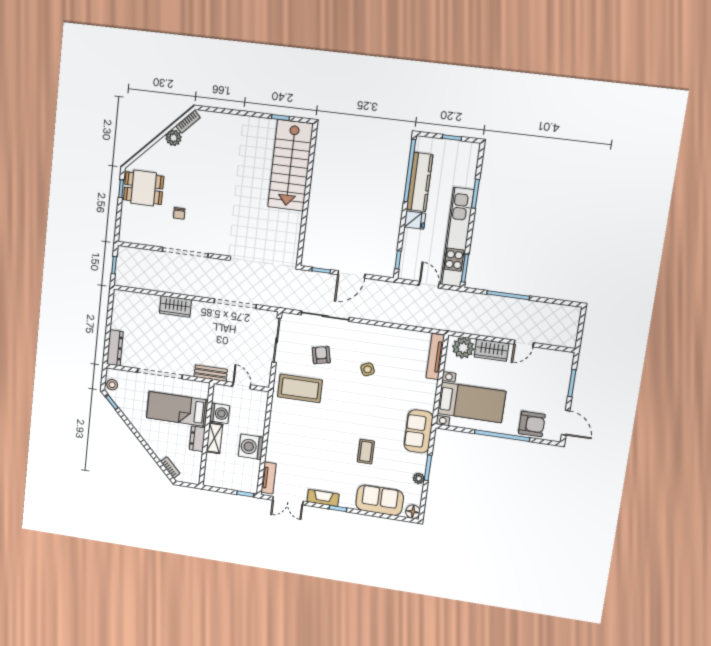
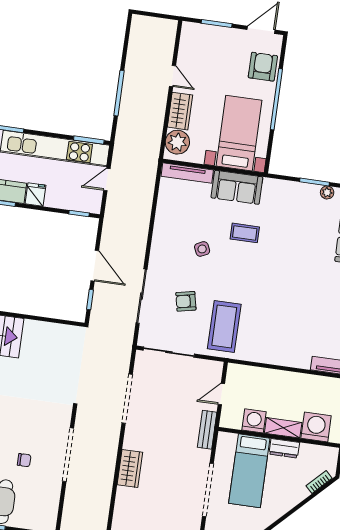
sofa: (419, 431) -> (237, 187), moved
washing machine: (251, 447) -> (316, 427), moved, turned 180
coffee table: (366, 452) -> (245, 233), moved

